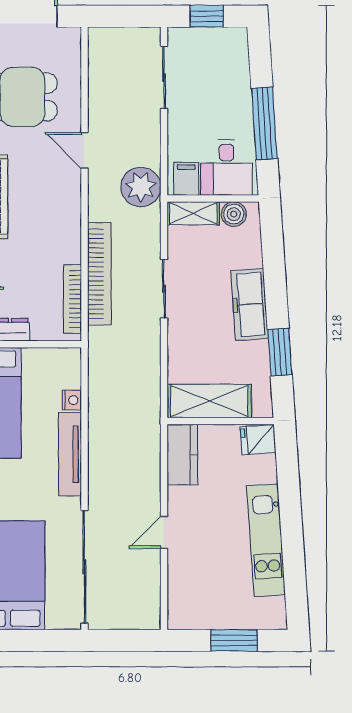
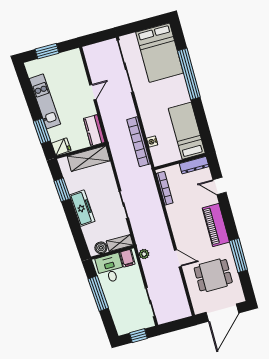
plant: (141, 187) -> (144, 254), width x0.53, depth x0.53
bookcase: (99, 274) -> (139, 142), moved
tv unit: (70, 454) -> (146, 116), removed
window: (288, 482) -> (42, 131), added

